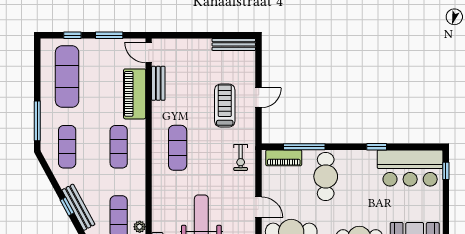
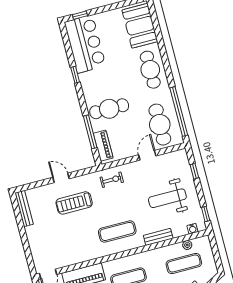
bench: (158, 83) -> (158, 237), moved

